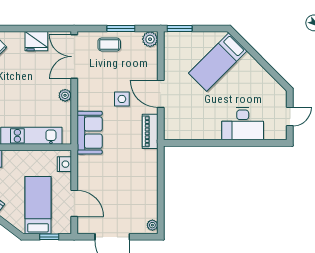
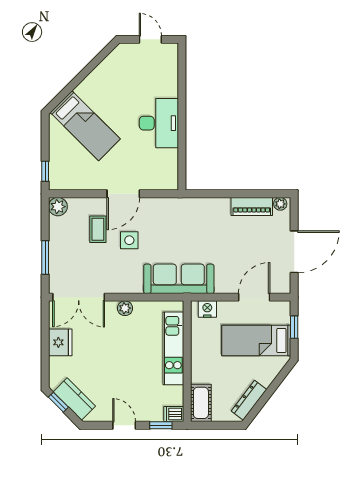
window: (121, 29) -> (45, 258), moved
window: (180, 29) -> (45, 171), width x0.67
coffee table: (109, 44) -> (98, 229), moved
desk: (243, 124) -> (159, 123), moved
piano: (150, 131) -> (252, 206), moved
sofa: (90, 133) -> (179, 279), width x1.36

